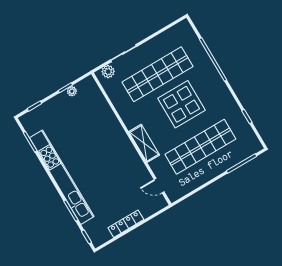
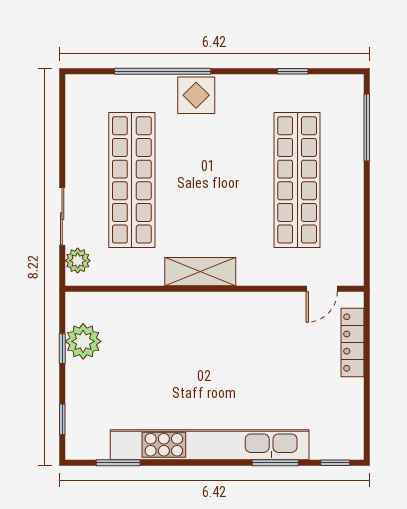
plant: (72, 91) -> (83, 341), width x1.87, depth x1.87
display table: (181, 104) -> (196, 95), moved, width x0.54, depth x0.54
shelving: (144, 143) -> (200, 272), moved
locker: (126, 224) -> (352, 343), moved

